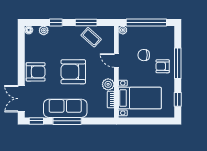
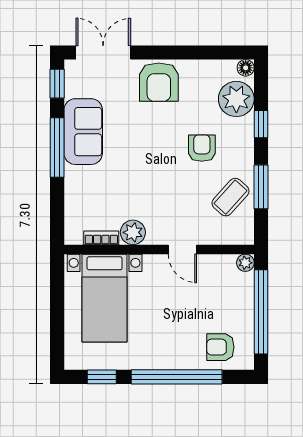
plant: (44, 30) -> (236, 99), width x1.88, depth x1.88
chair: (144, 55) -> (194, 306), removed
door: (116, 60) -> (182, 249), swing flipped
window: (178, 63) -> (177, 377), width x1.46
armchair: (163, 66) -> (220, 347), moved, turned -90
armchair: (73, 72) -> (202, 148), moved, width x0.53, depth x0.53
sofa: (65, 108) -> (83, 132), width x0.73

